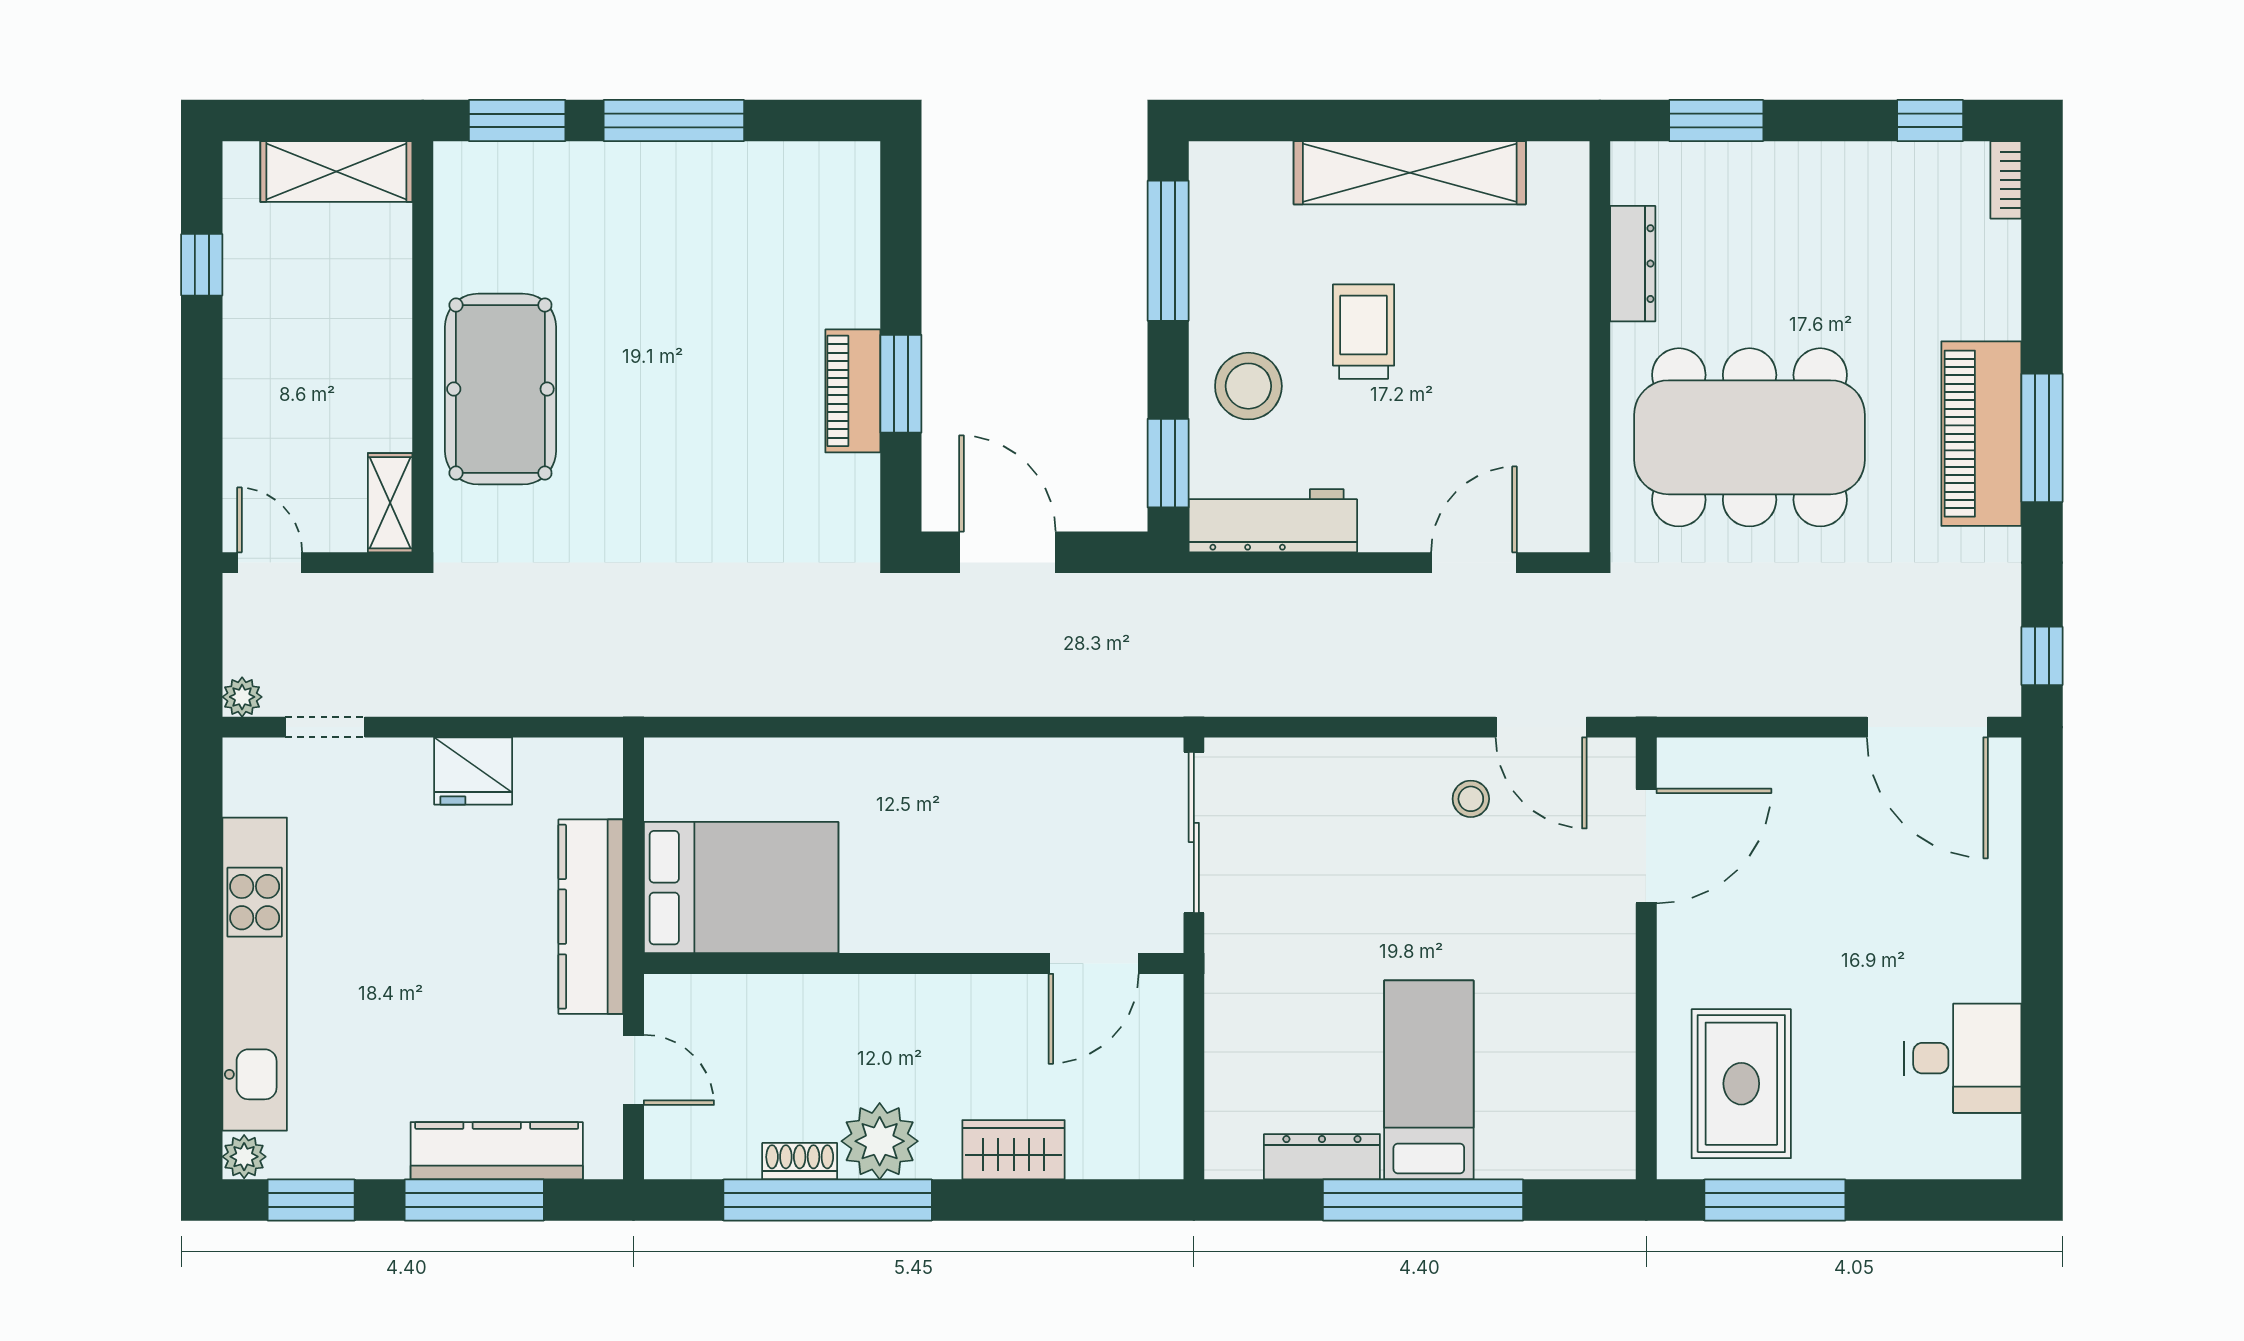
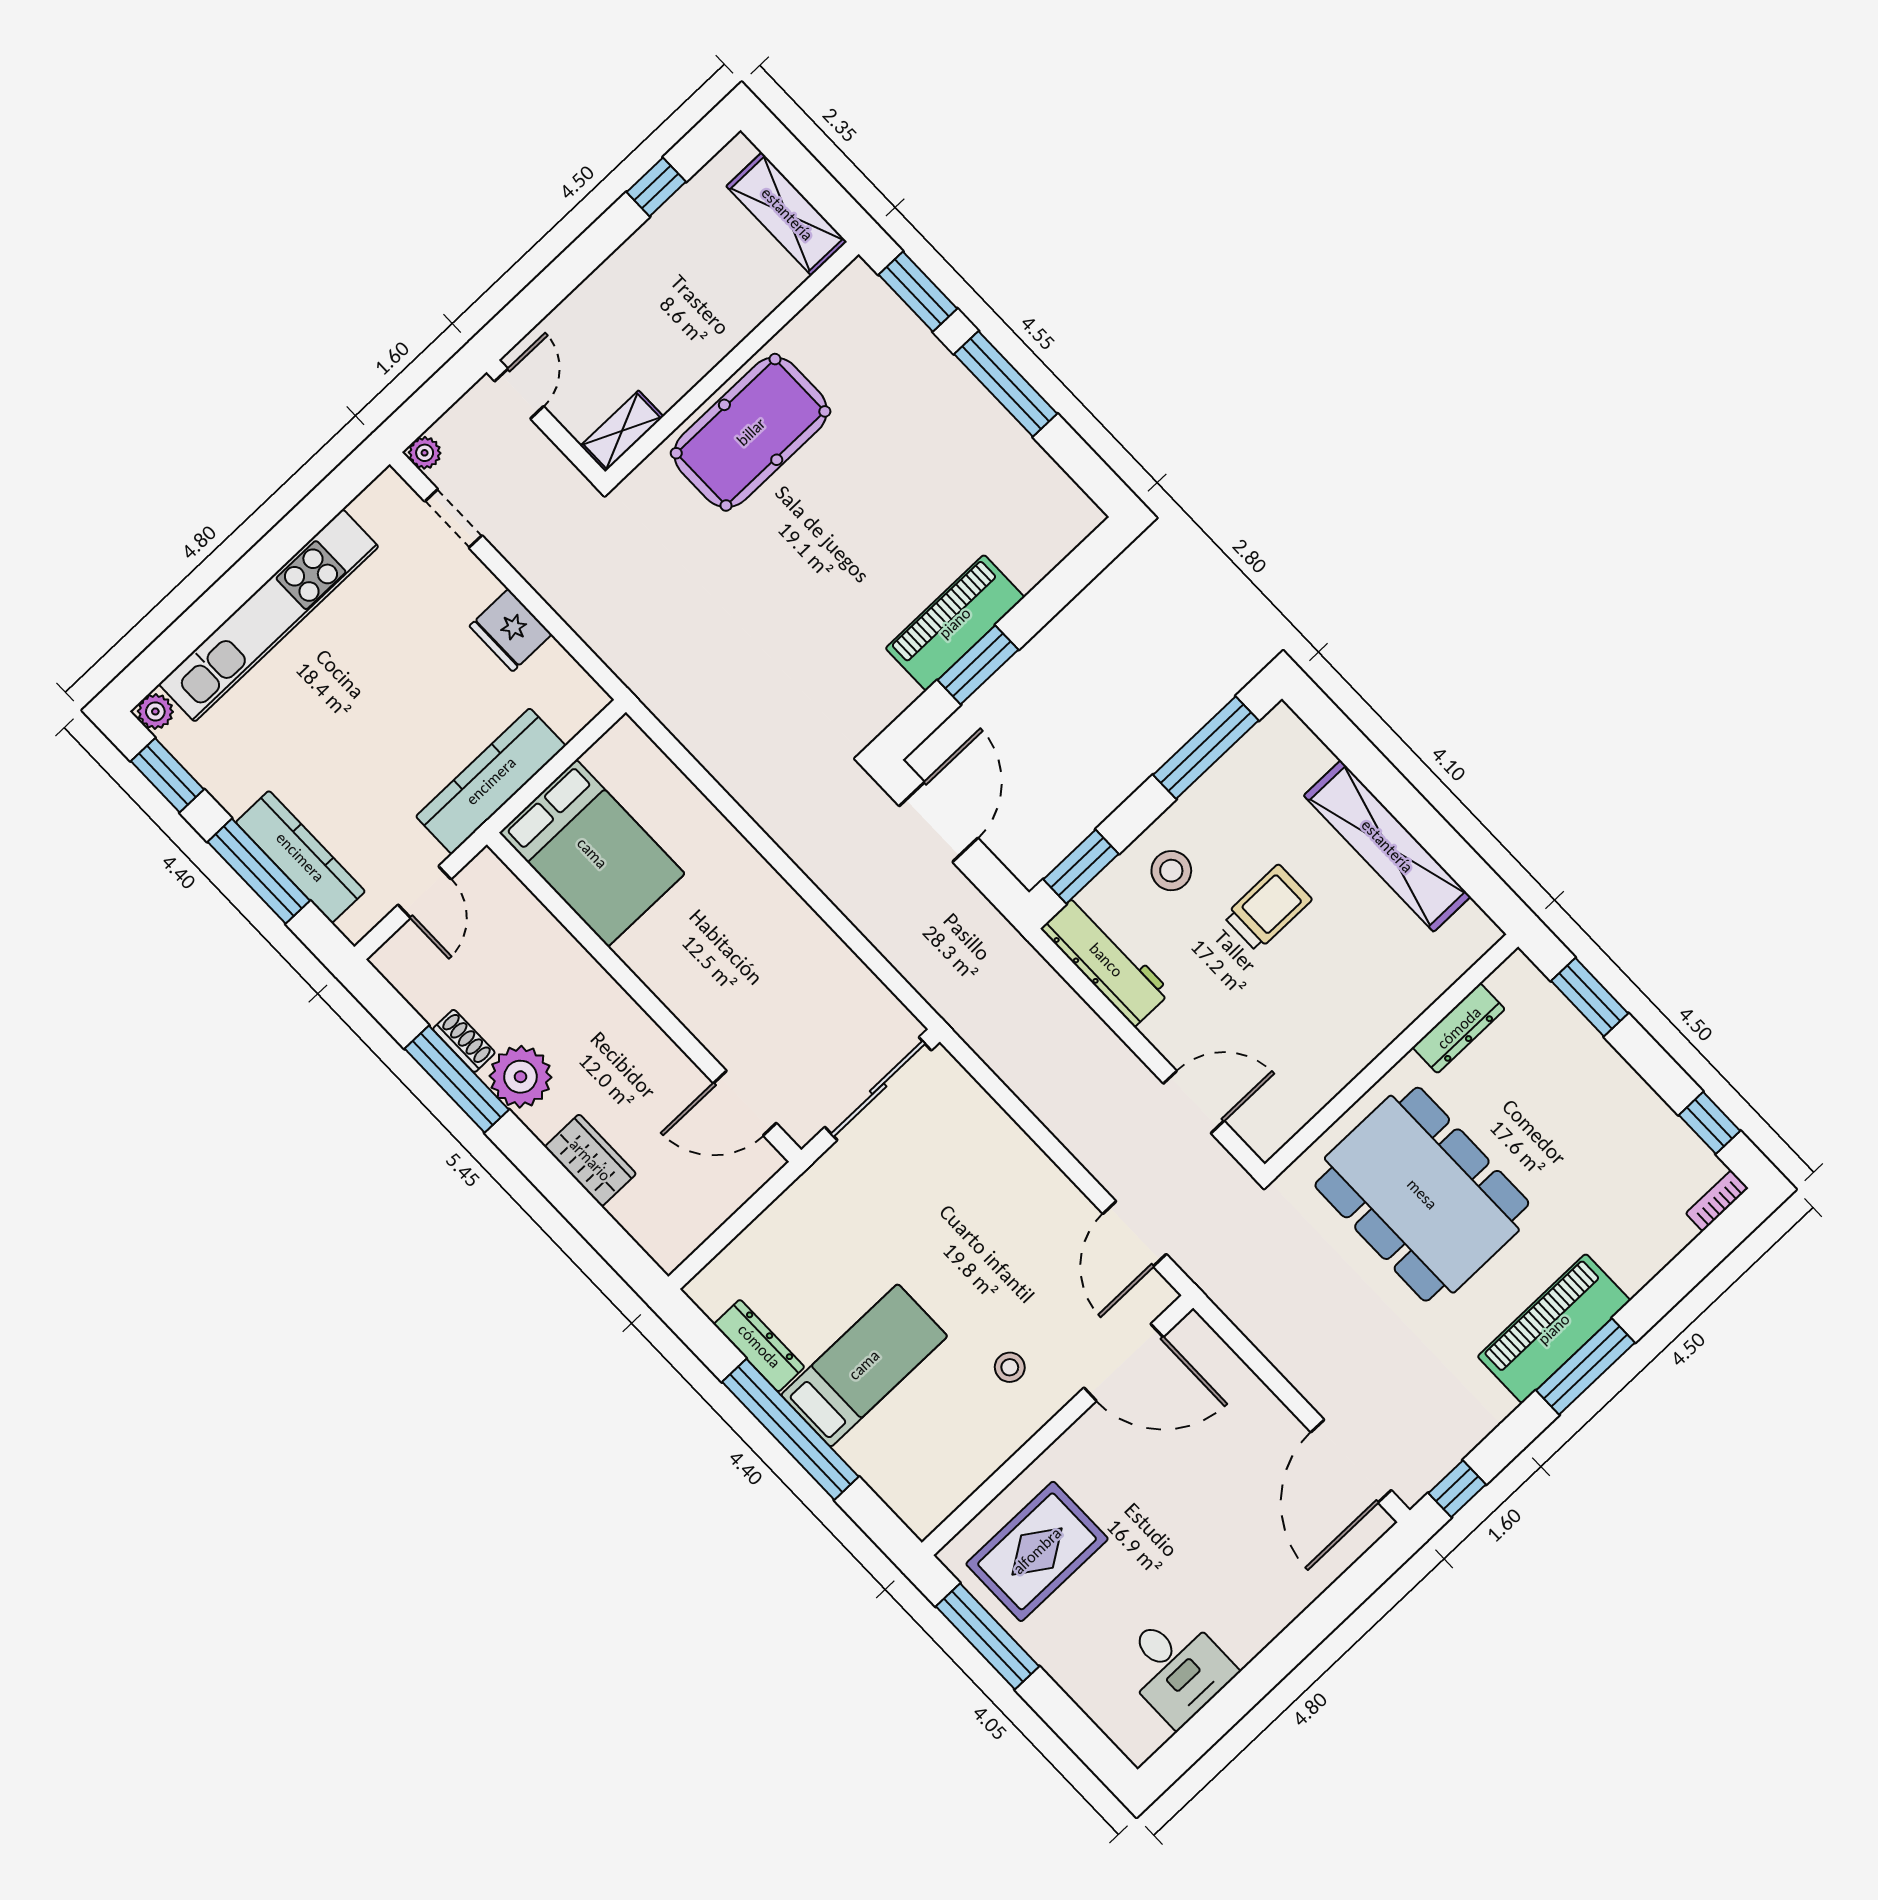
stool: (1248, 386) -> (1171, 871), width x0.73, depth x0.73
piano: (853, 391) -> (955, 623), width x1.37, depth x1.33
stool: (1471, 799) -> (1010, 1367), moved
window: (828, 1200) -> (457, 1079), width x0.68

